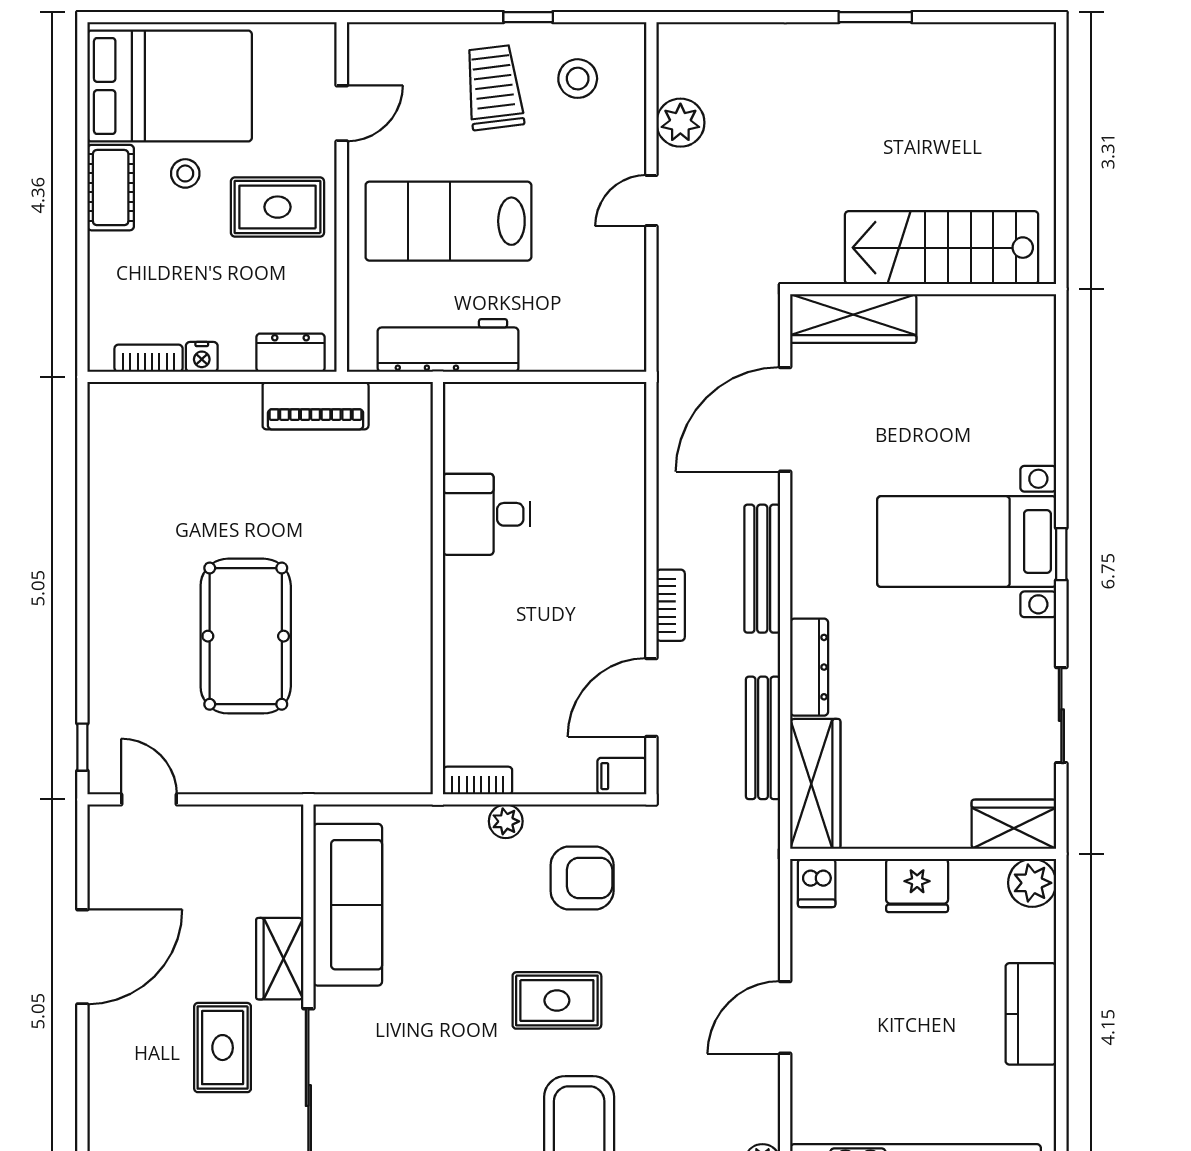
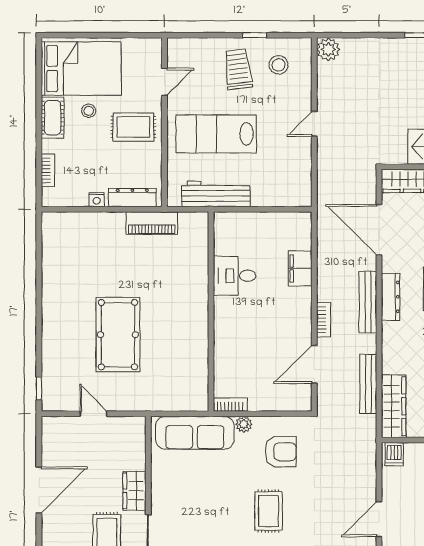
plant: (680, 123) -> (328, 49), moved
dresser: (290, 353) -> (132, 198), width x1.44
bookcase: (149, 358) -> (48, 170), moved, turned 90
door: (785, 419) -> (379, 230), hinge flipped
dresser: (809, 667) -> (391, 297), moved
filing cabinet: (622, 776) -> (300, 268), moved, width x2.00
door: (149, 799) -> (93, 414), moved
sofa: (348, 905) -> (195, 433), moved, turned 90
rug: (557, 1000) -> (269, 511), turned 90

